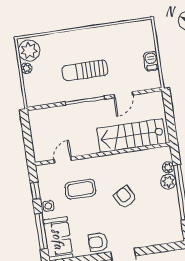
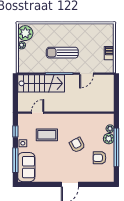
stairs: (131, 136) -> (41, 83), moved, turned 180
armchair: (98, 242) -> (100, 158), moved

